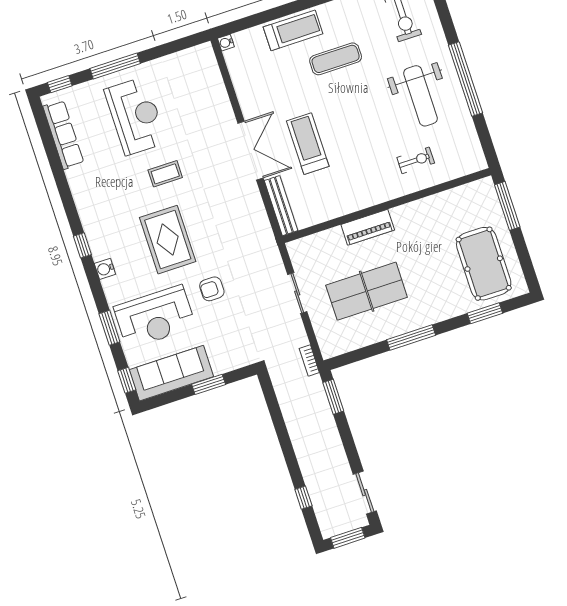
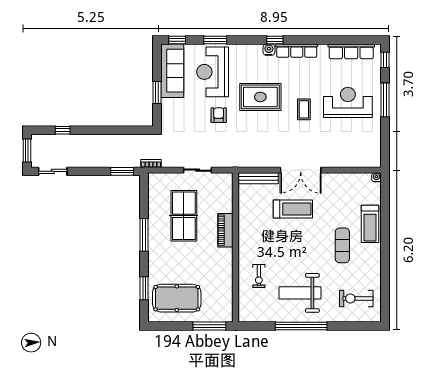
reception desk: (135, 116) -> (348, 102), turned 180
row of seats: (87, 210) -> (297, 51), added
water cooler: (105, 269) -> (269, 50), moved

